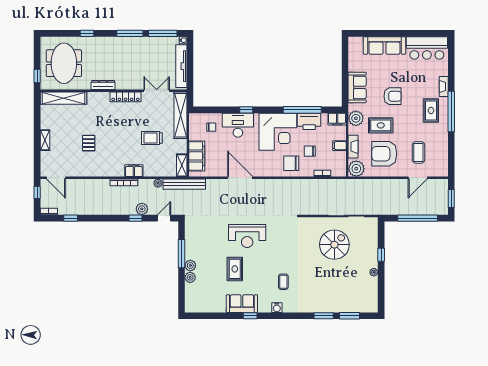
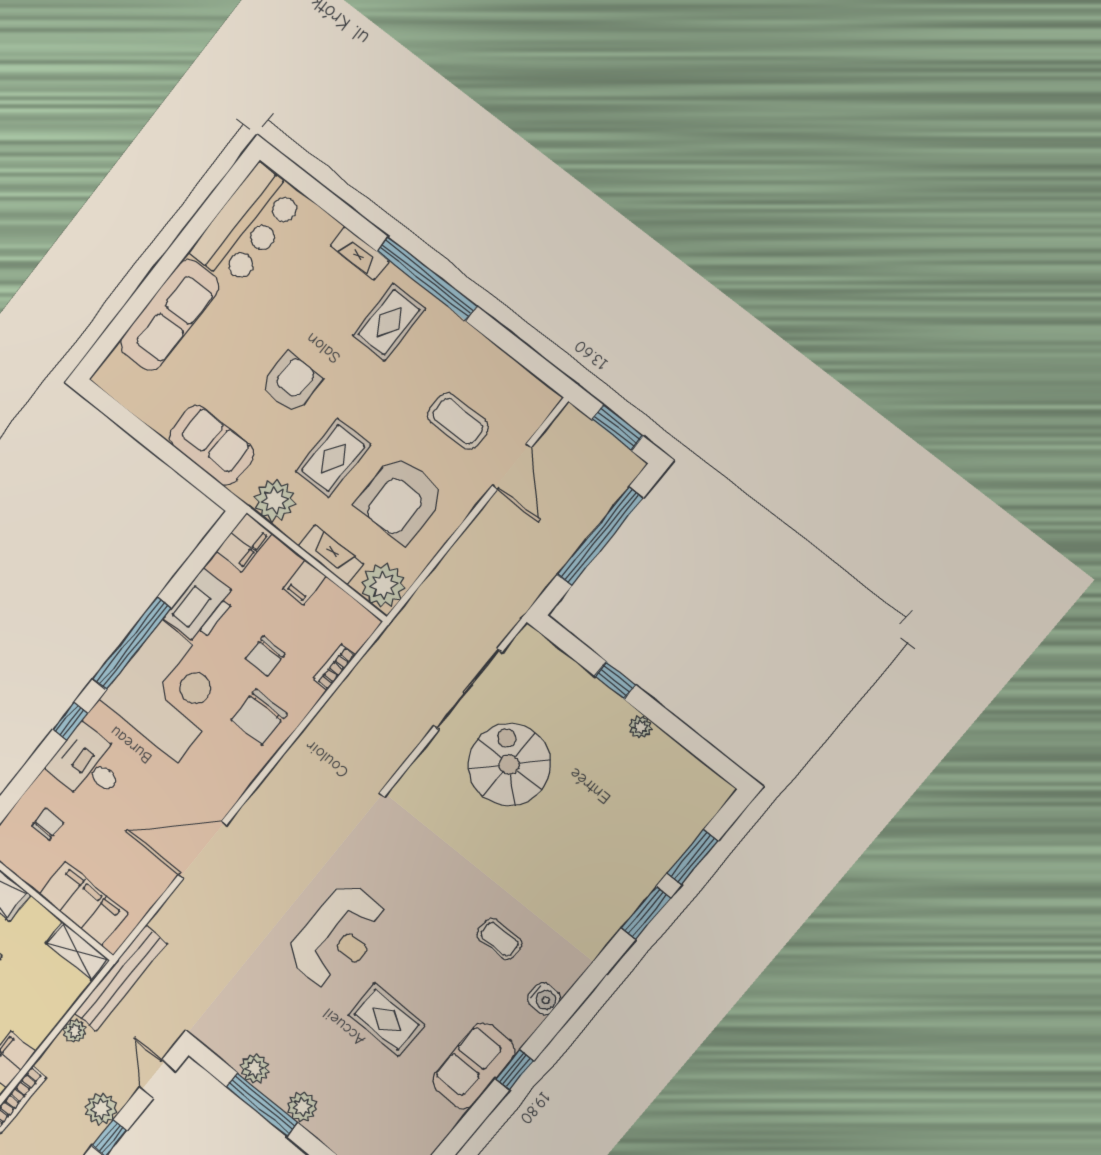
window: (302, 110) -> (132, 643), moved
rug: (431, 110) -> (389, 322), turned 90
desk: (238, 125) -> (88, 765), width x0.73
plant: (190, 277) -> (255, 1068), moved

